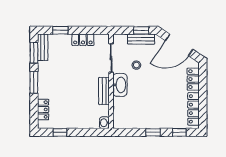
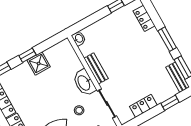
shower: (148, 121) -> (39, 64), added

